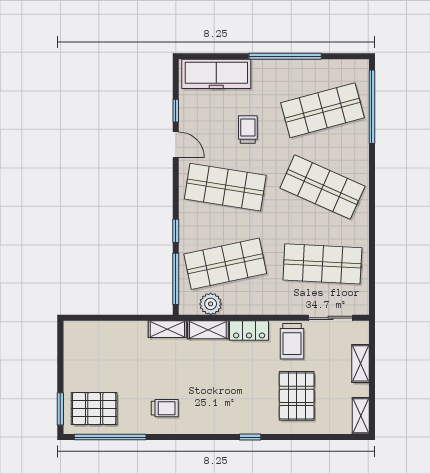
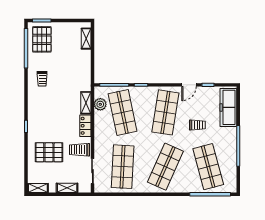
shelving: (167, 329) -> (86, 39), moved

